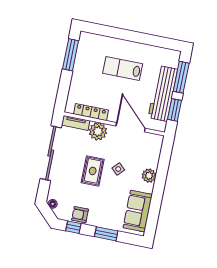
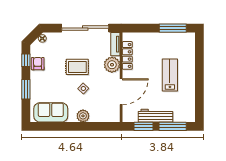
workbench: (163, 93) -> (156, 116), width x0.73, depth x0.76

